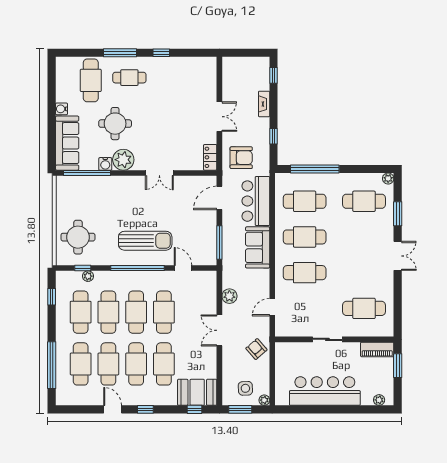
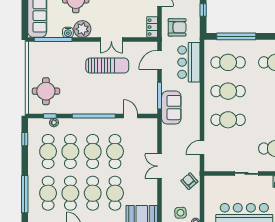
sun lounger: (145, 241) -> (107, 66), moved
sofa: (258, 247) -> (171, 108), moved, turned 180
plant: (229, 296) -> (168, 139), removed

